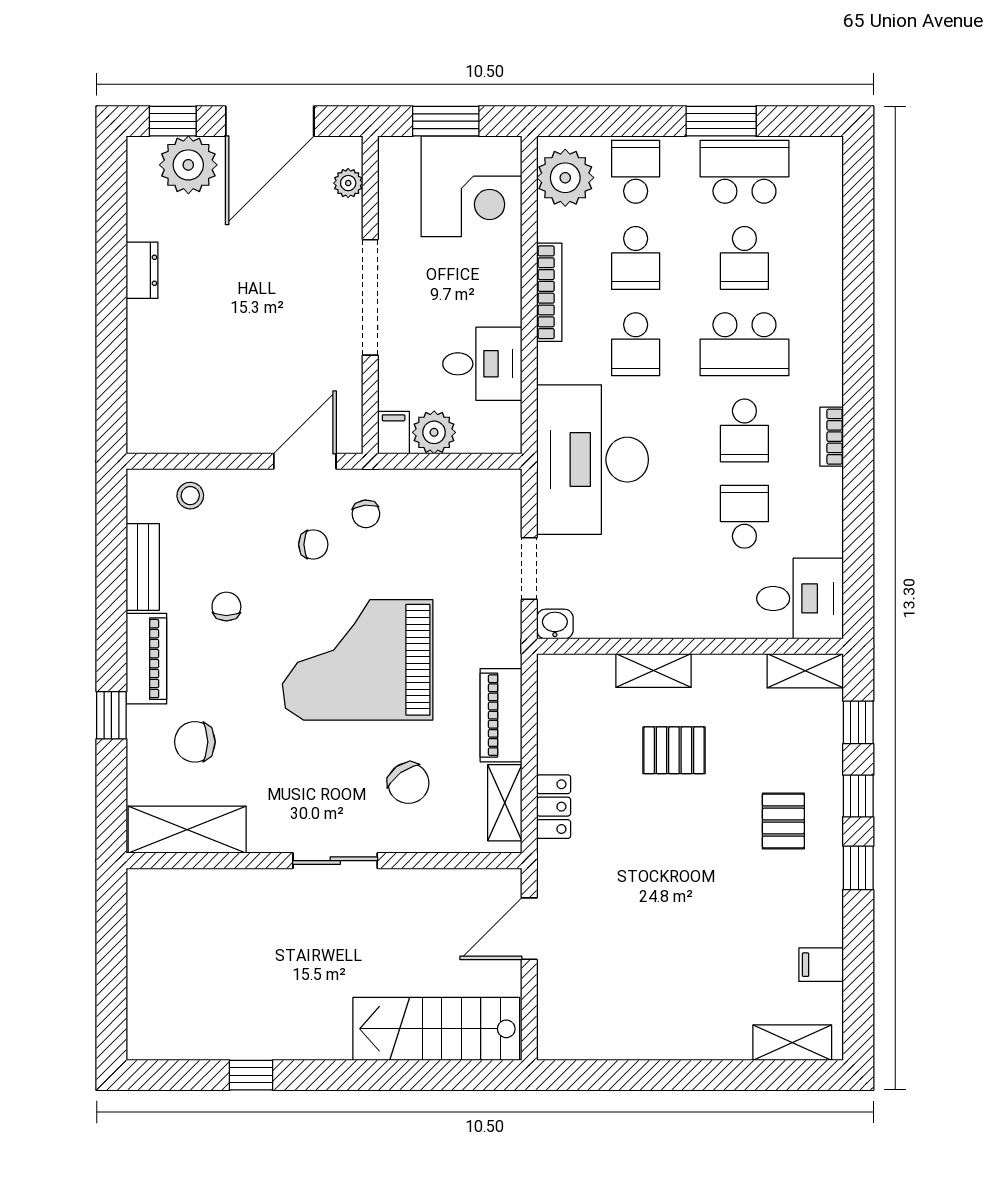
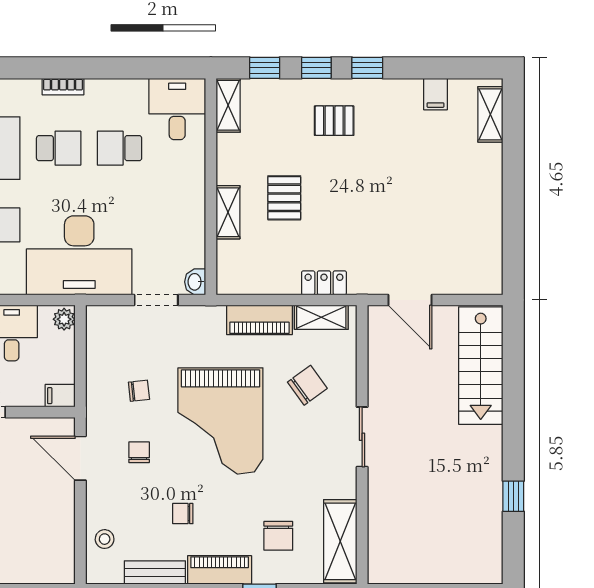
plant: (434, 432) -> (64, 319), moved, width x0.73, depth x0.73
chair: (366, 514) -> (139, 391), moved

